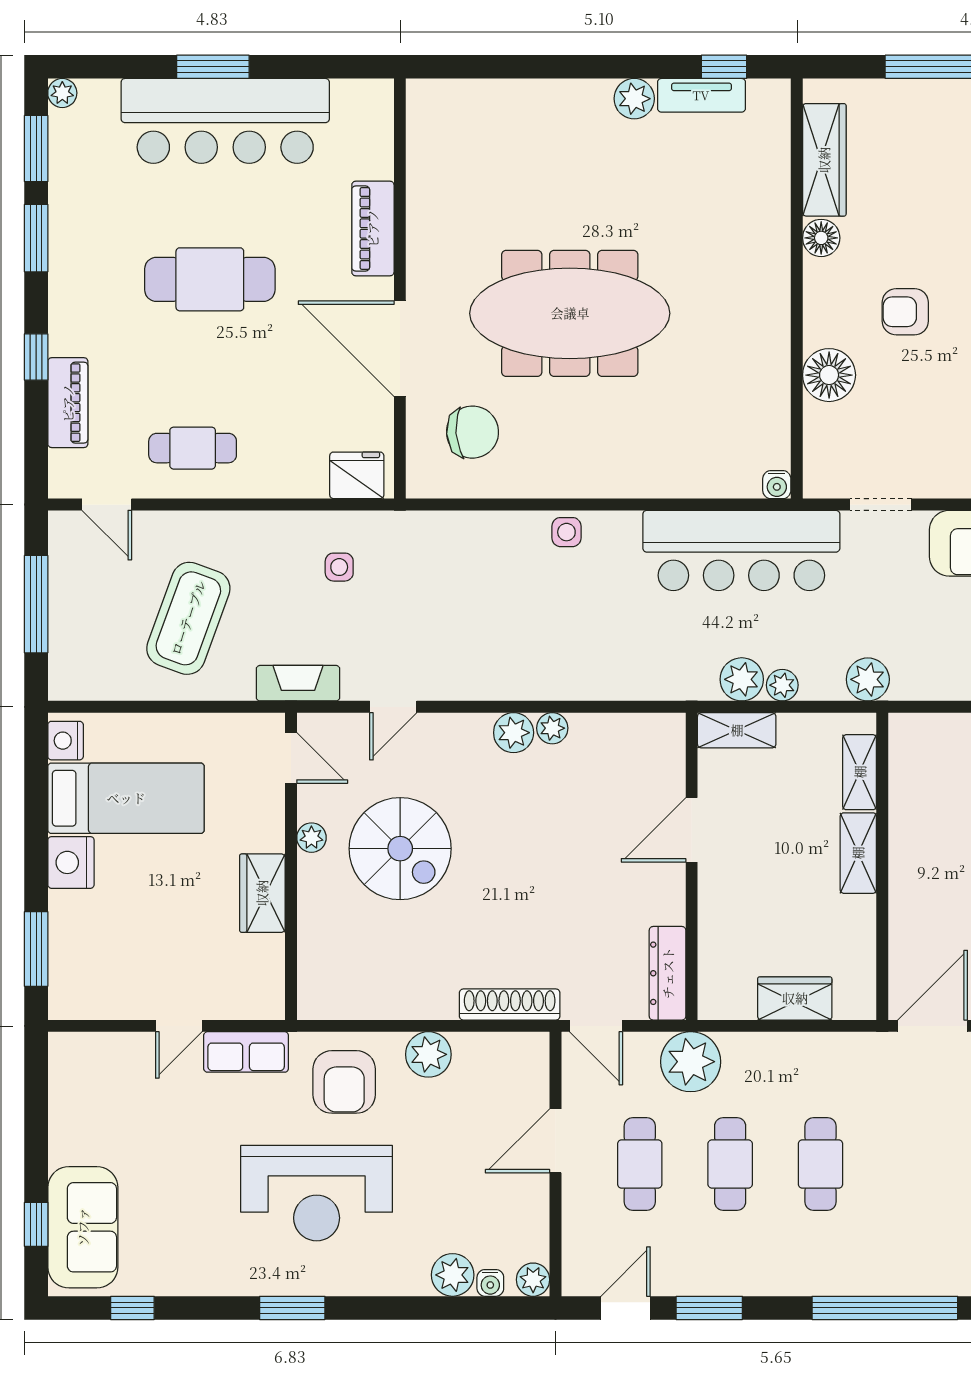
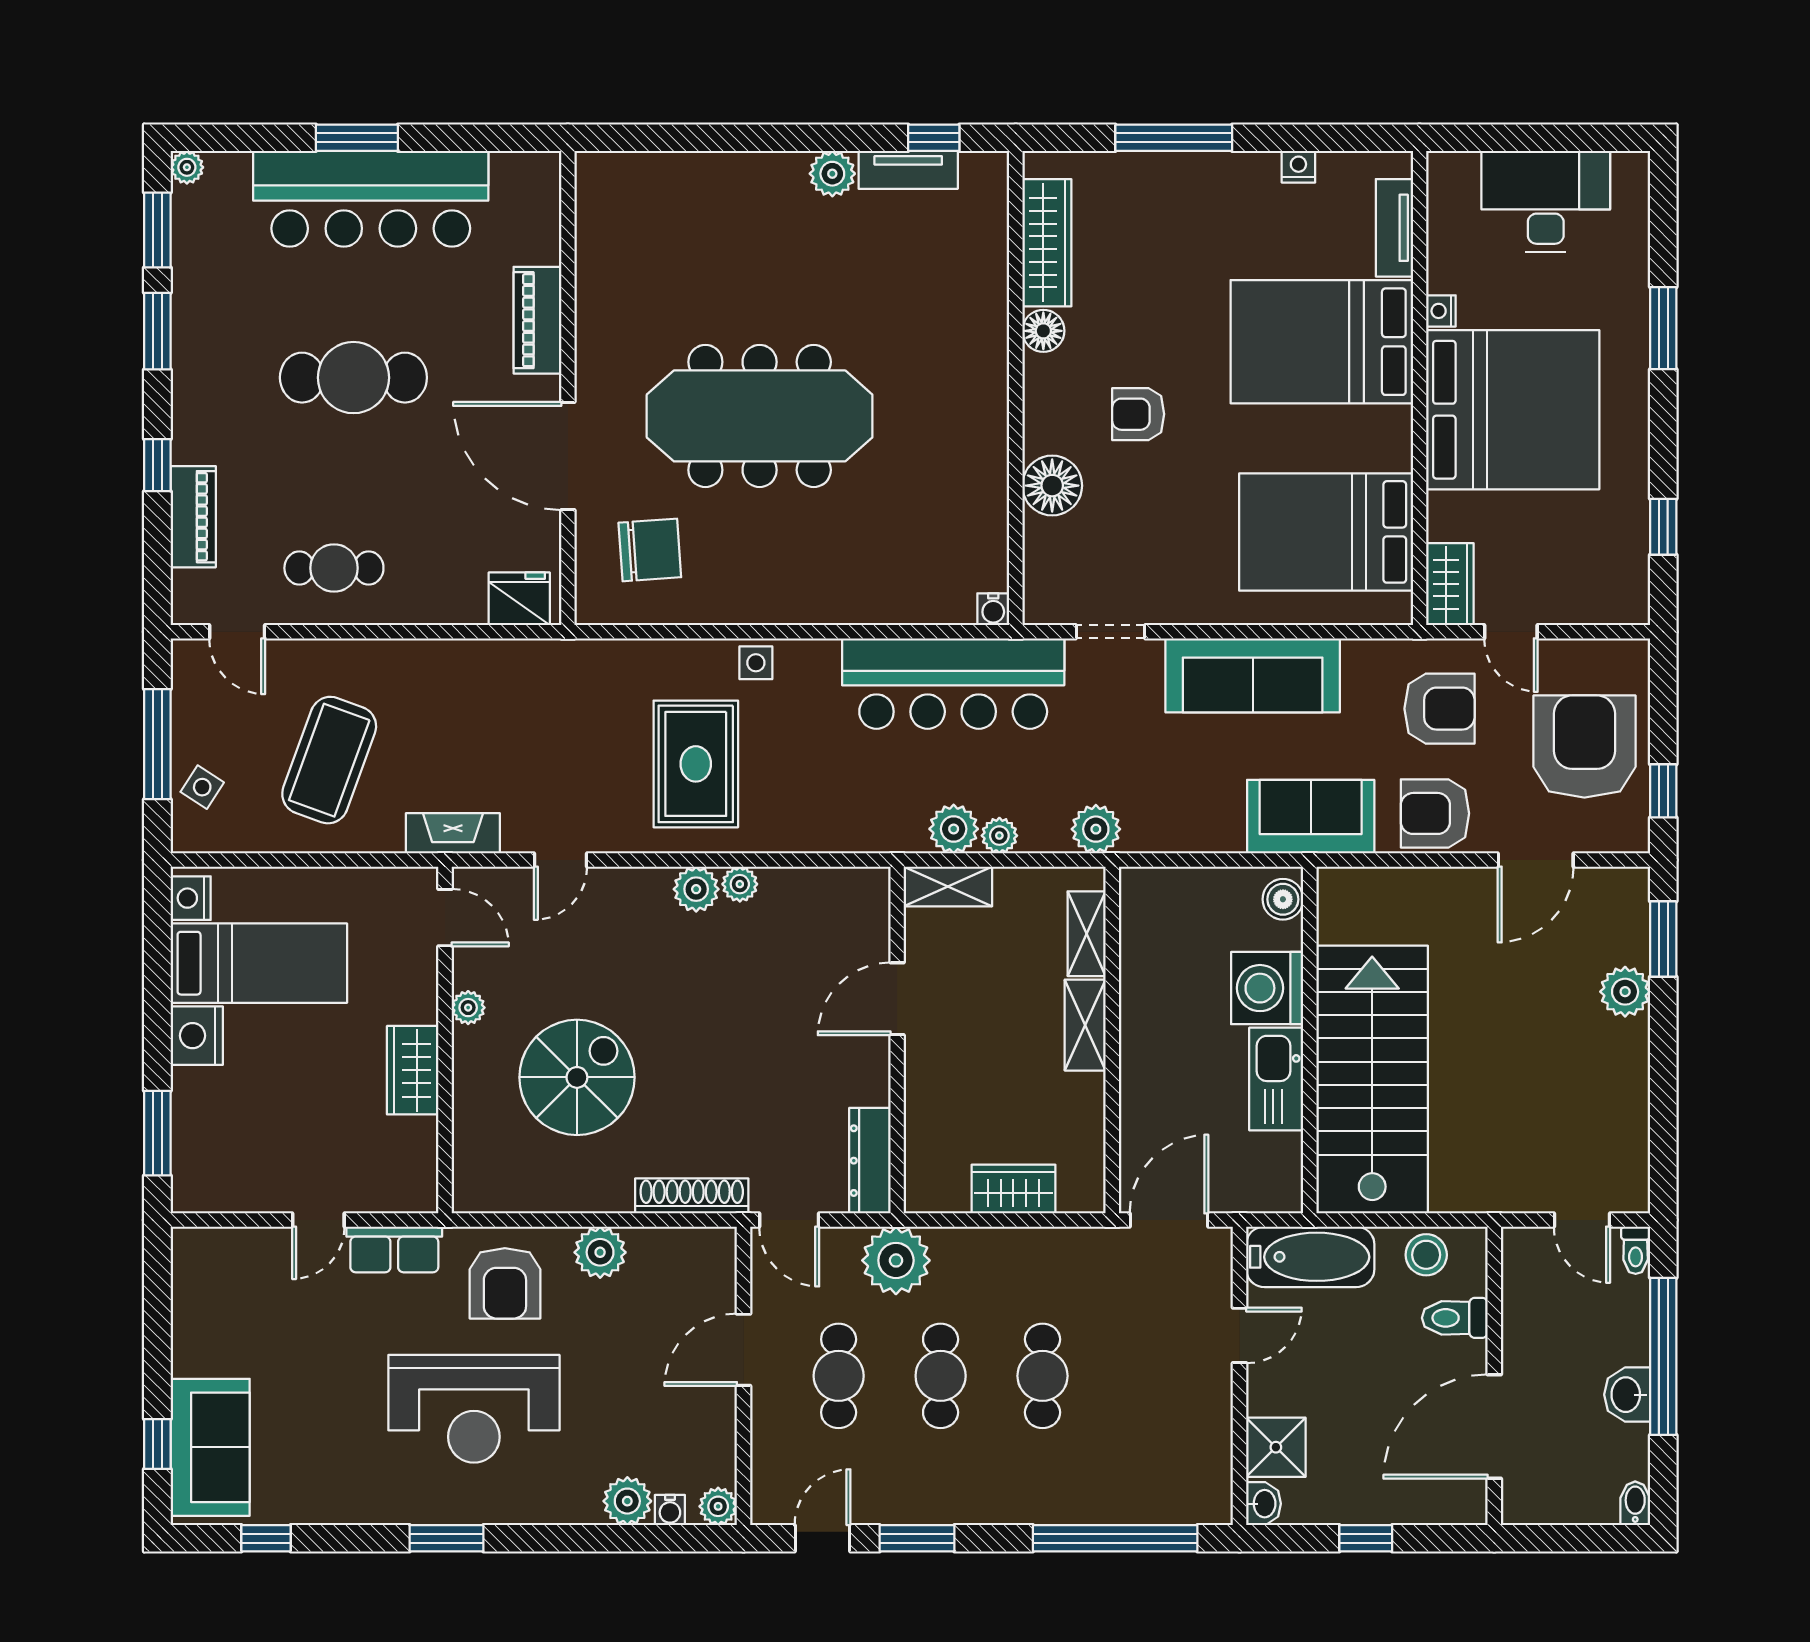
side table: (339, 567) -> (202, 787), moved, turned 33
rug: (513, 622) -> (696, 764), added
spiral stairs: (400, 849) -> (577, 1077), moved, turned -90

